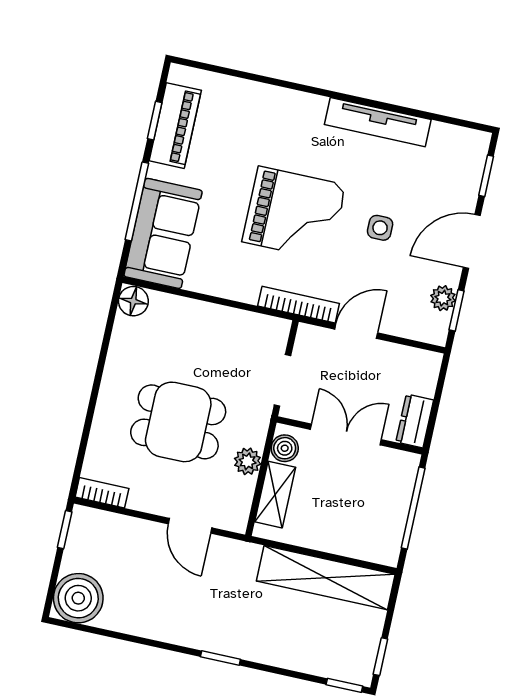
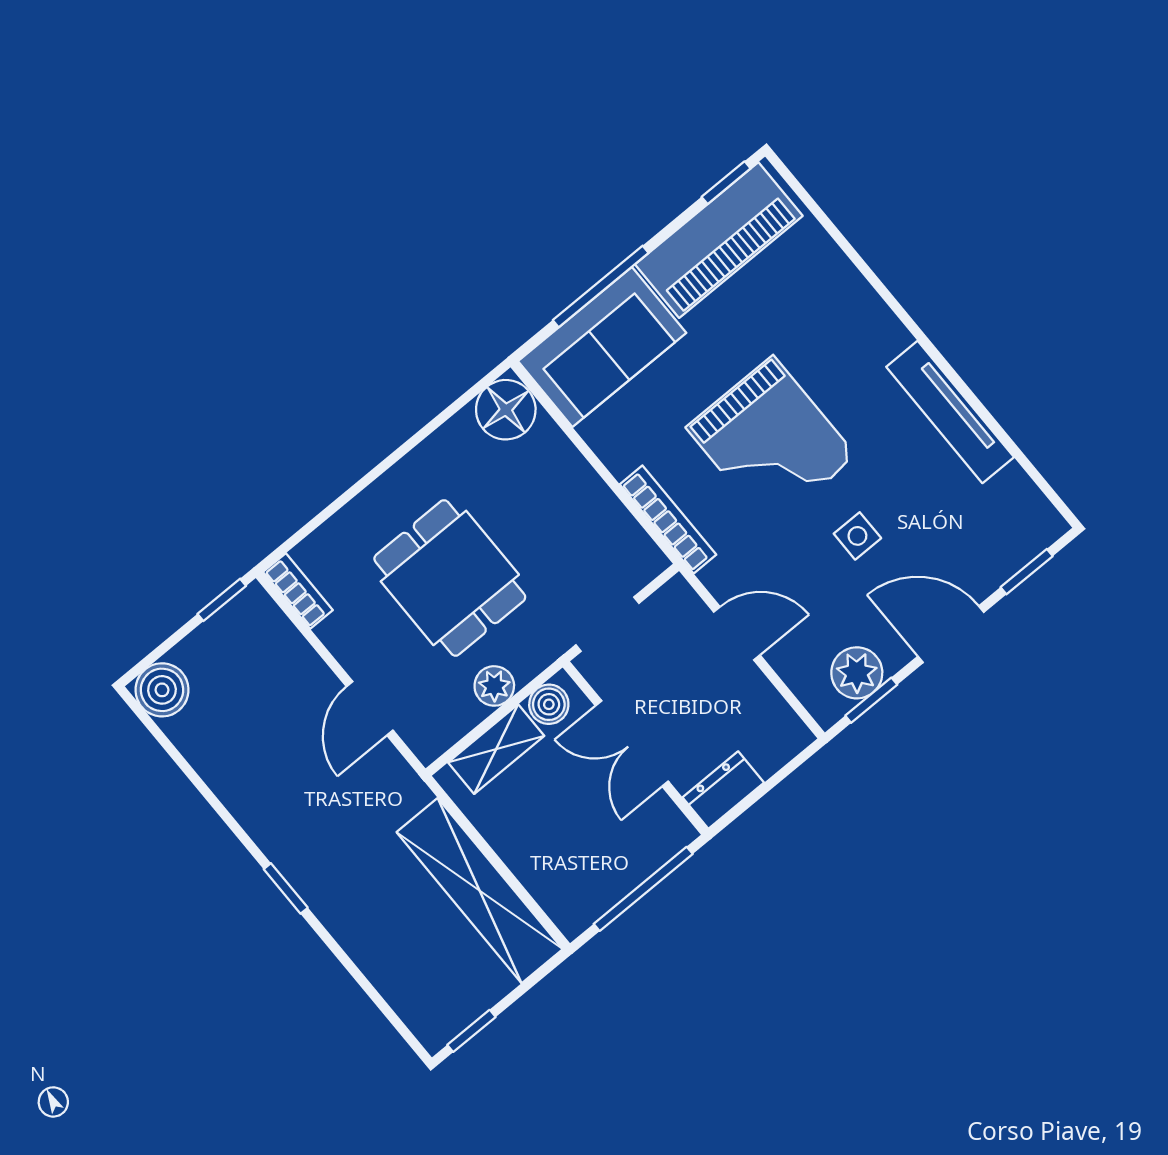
window: (155, 121) -> (726, 183), moved
piano: (175, 126) -> (719, 240), width x1.37, depth x1.33
plant: (443, 298) -> (857, 673), width x1.38, depth x1.38
floor lamp: (133, 301) -> (506, 410), width x1.38, depth x1.38
bookcase: (299, 305) -> (668, 519), moved
double door: (346, 434) -> (632, 744), swing flipped
boiler: (78, 598) -> (162, 690), width x0.73, depth x0.73
window: (344, 685) -> (404, 1032), removed

